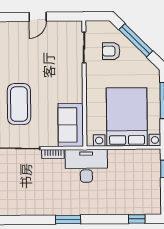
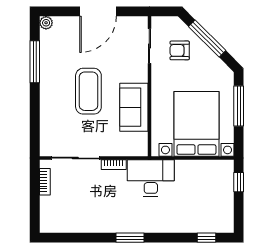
door: (38, 17) -> (98, 11), width x1.88
coffee table: (19, 104) -> (88, 91), moved
sofa: (71, 125) -> (134, 107), moved

